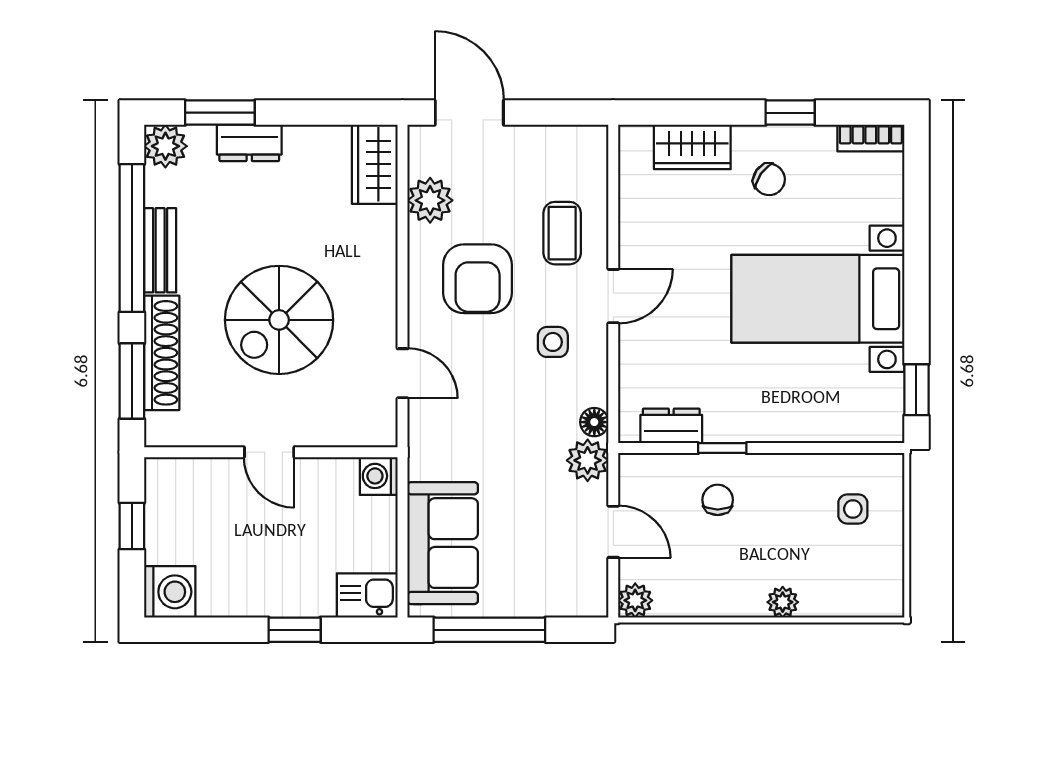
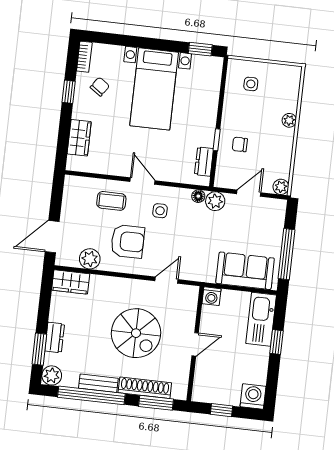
chair: (769, 179) -> (100, 87), moved
kitchen sink: (367, 595) -> (261, 319), width x1.87, depth x1.24

